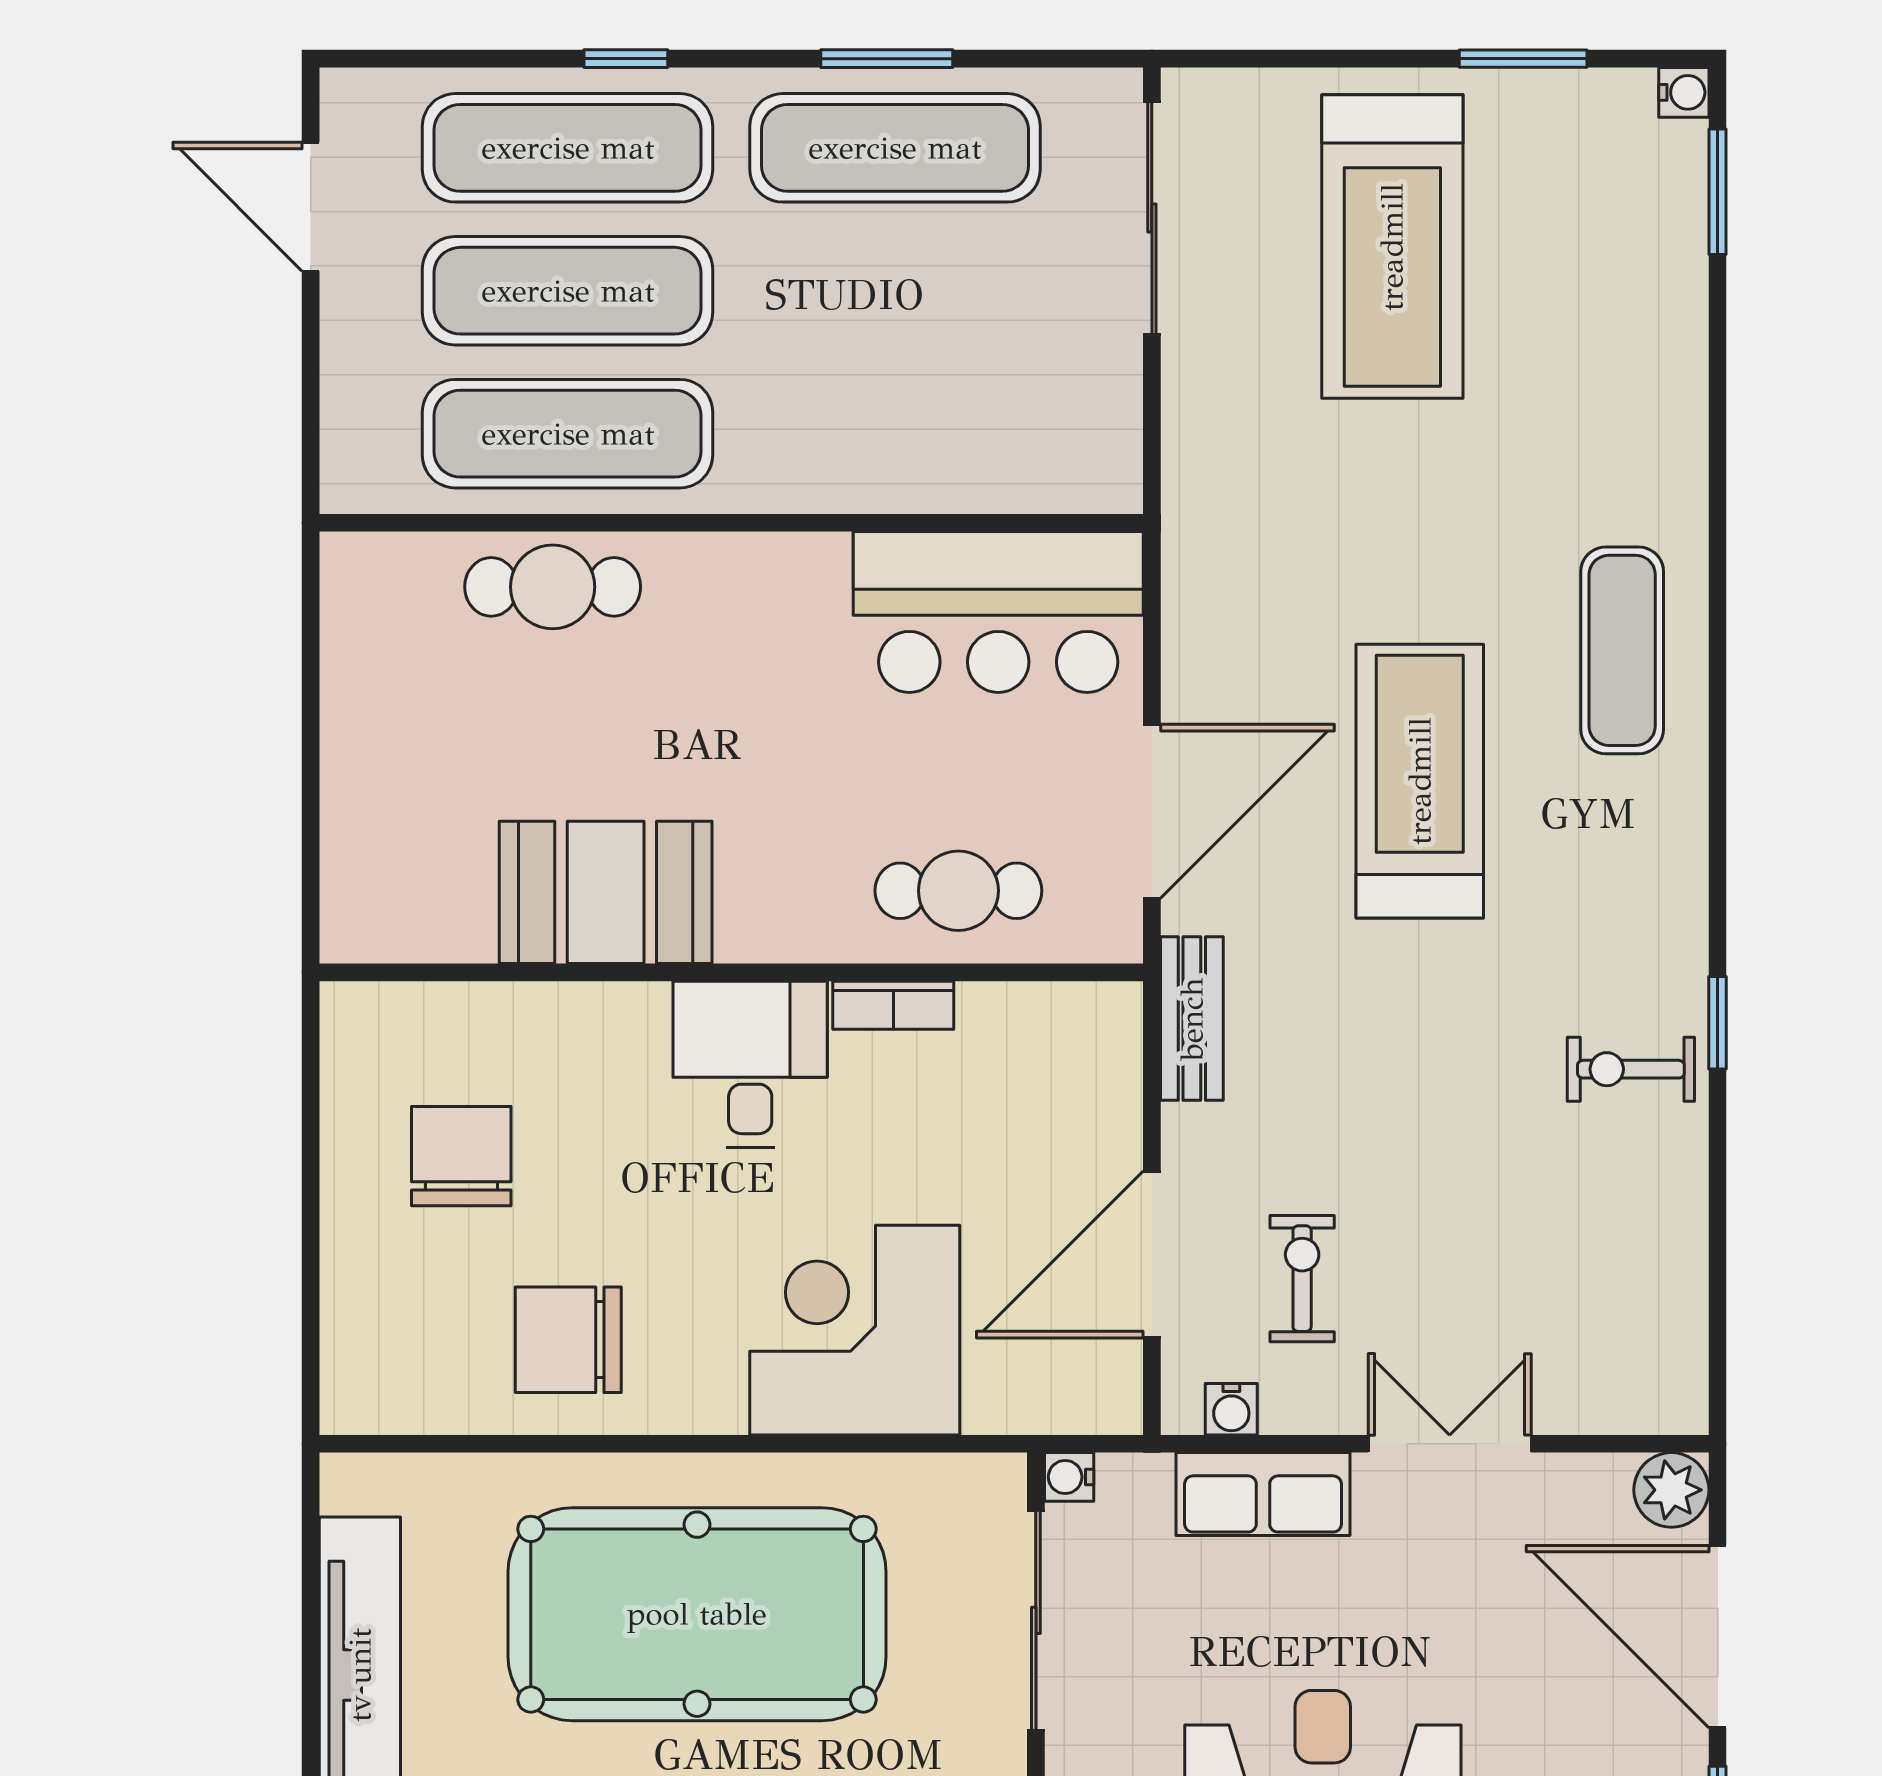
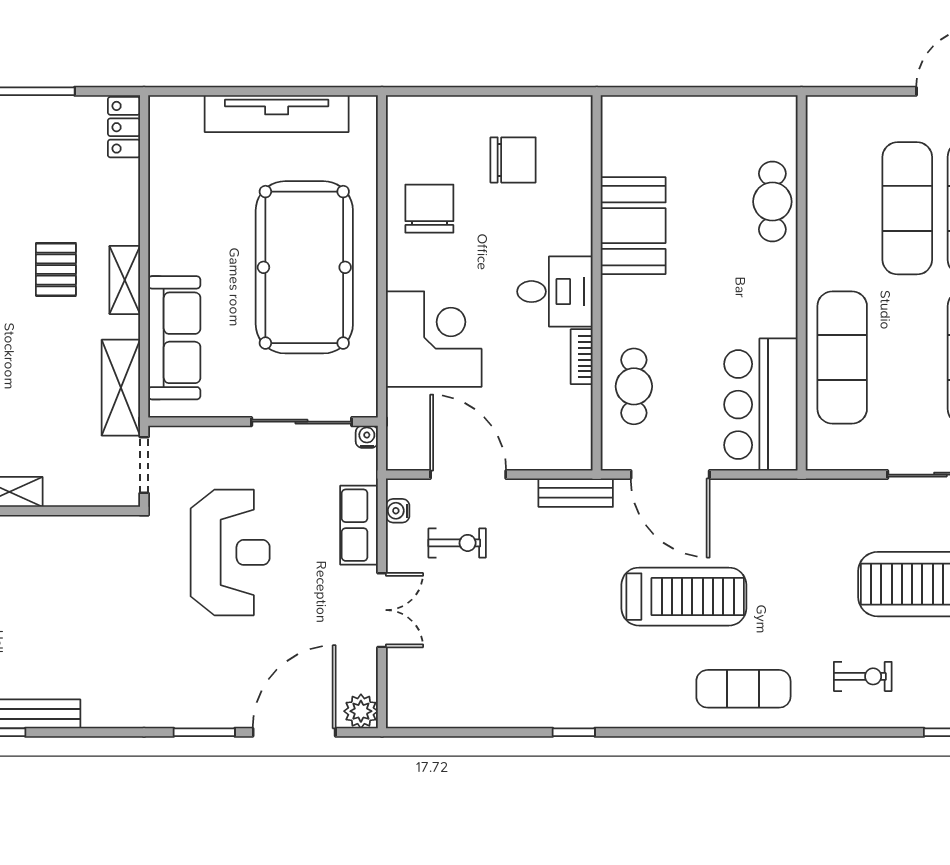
exercise mat: (568, 434) -> (842, 358), moved
exercise bike: (1631, 1069) -> (863, 676), moved, turned 90

